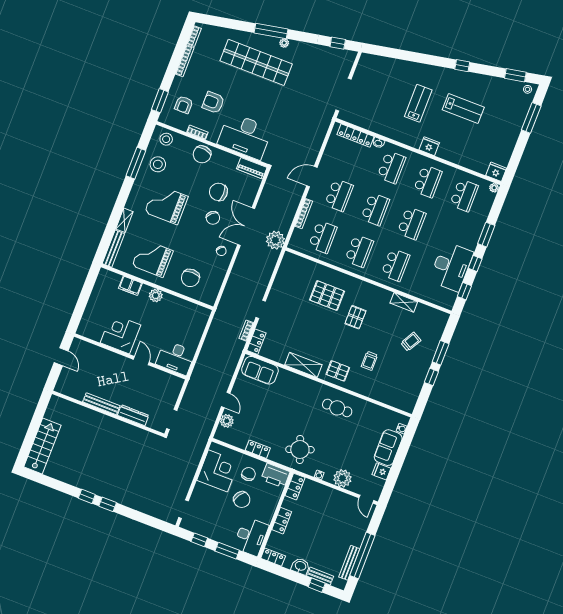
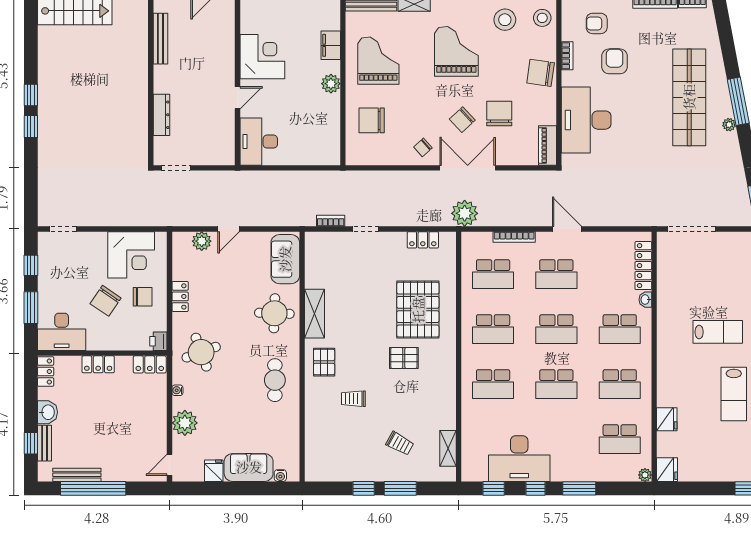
fridge: (429, 146) -> (667, 419), moved
pallet: (327, 296) -> (418, 310), width x1.37, depth x1.41
shelving: (404, 302) -> (448, 448), moved
locker: (256, 342) -> (423, 240), moved
round table: (293, 391) -> (274, 313), added
bench: (101, 404) -> (160, 39), moved
printer: (275, 476) -> (158, 341), width x0.53, depth x0.68

